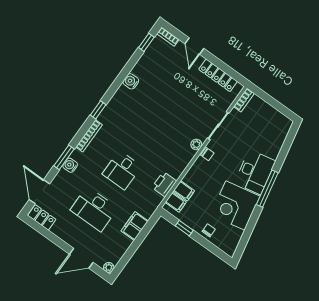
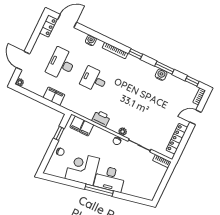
window: (64, 157) -> (164, 68), moved
printer: (164, 184) -> (101, 119), moved

